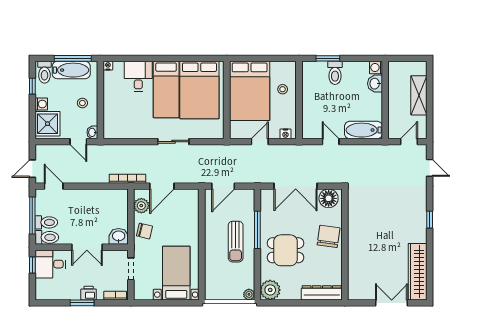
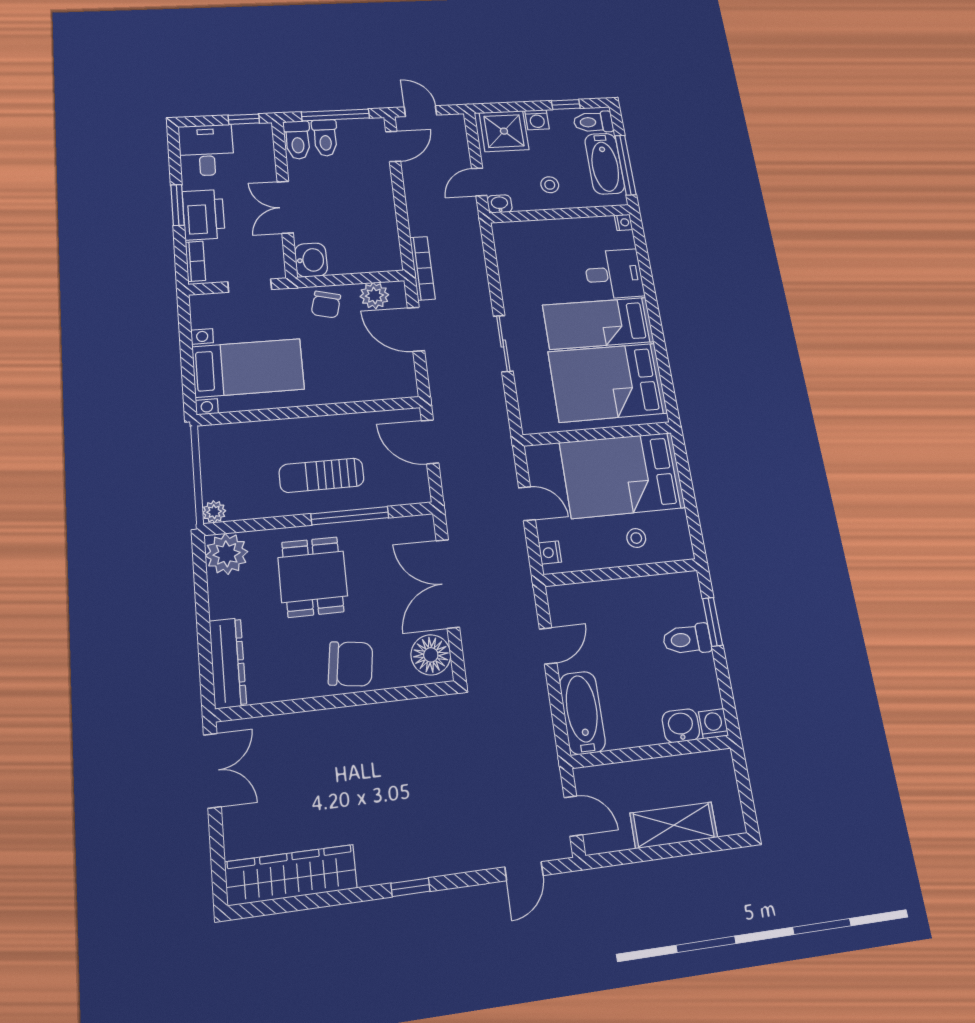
desk: (50, 264) -> (206, 150), moved
printer: (89, 293) -> (204, 215), width x1.87, depth x1.48
double door: (392, 303) -> (212, 771), moved

